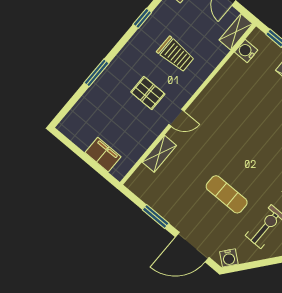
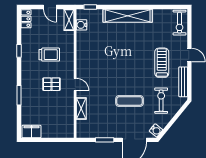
door: (177, 118) -> (75, 85), hinge flipped
filing cabinet: (103, 155) -> (31, 132), moved

